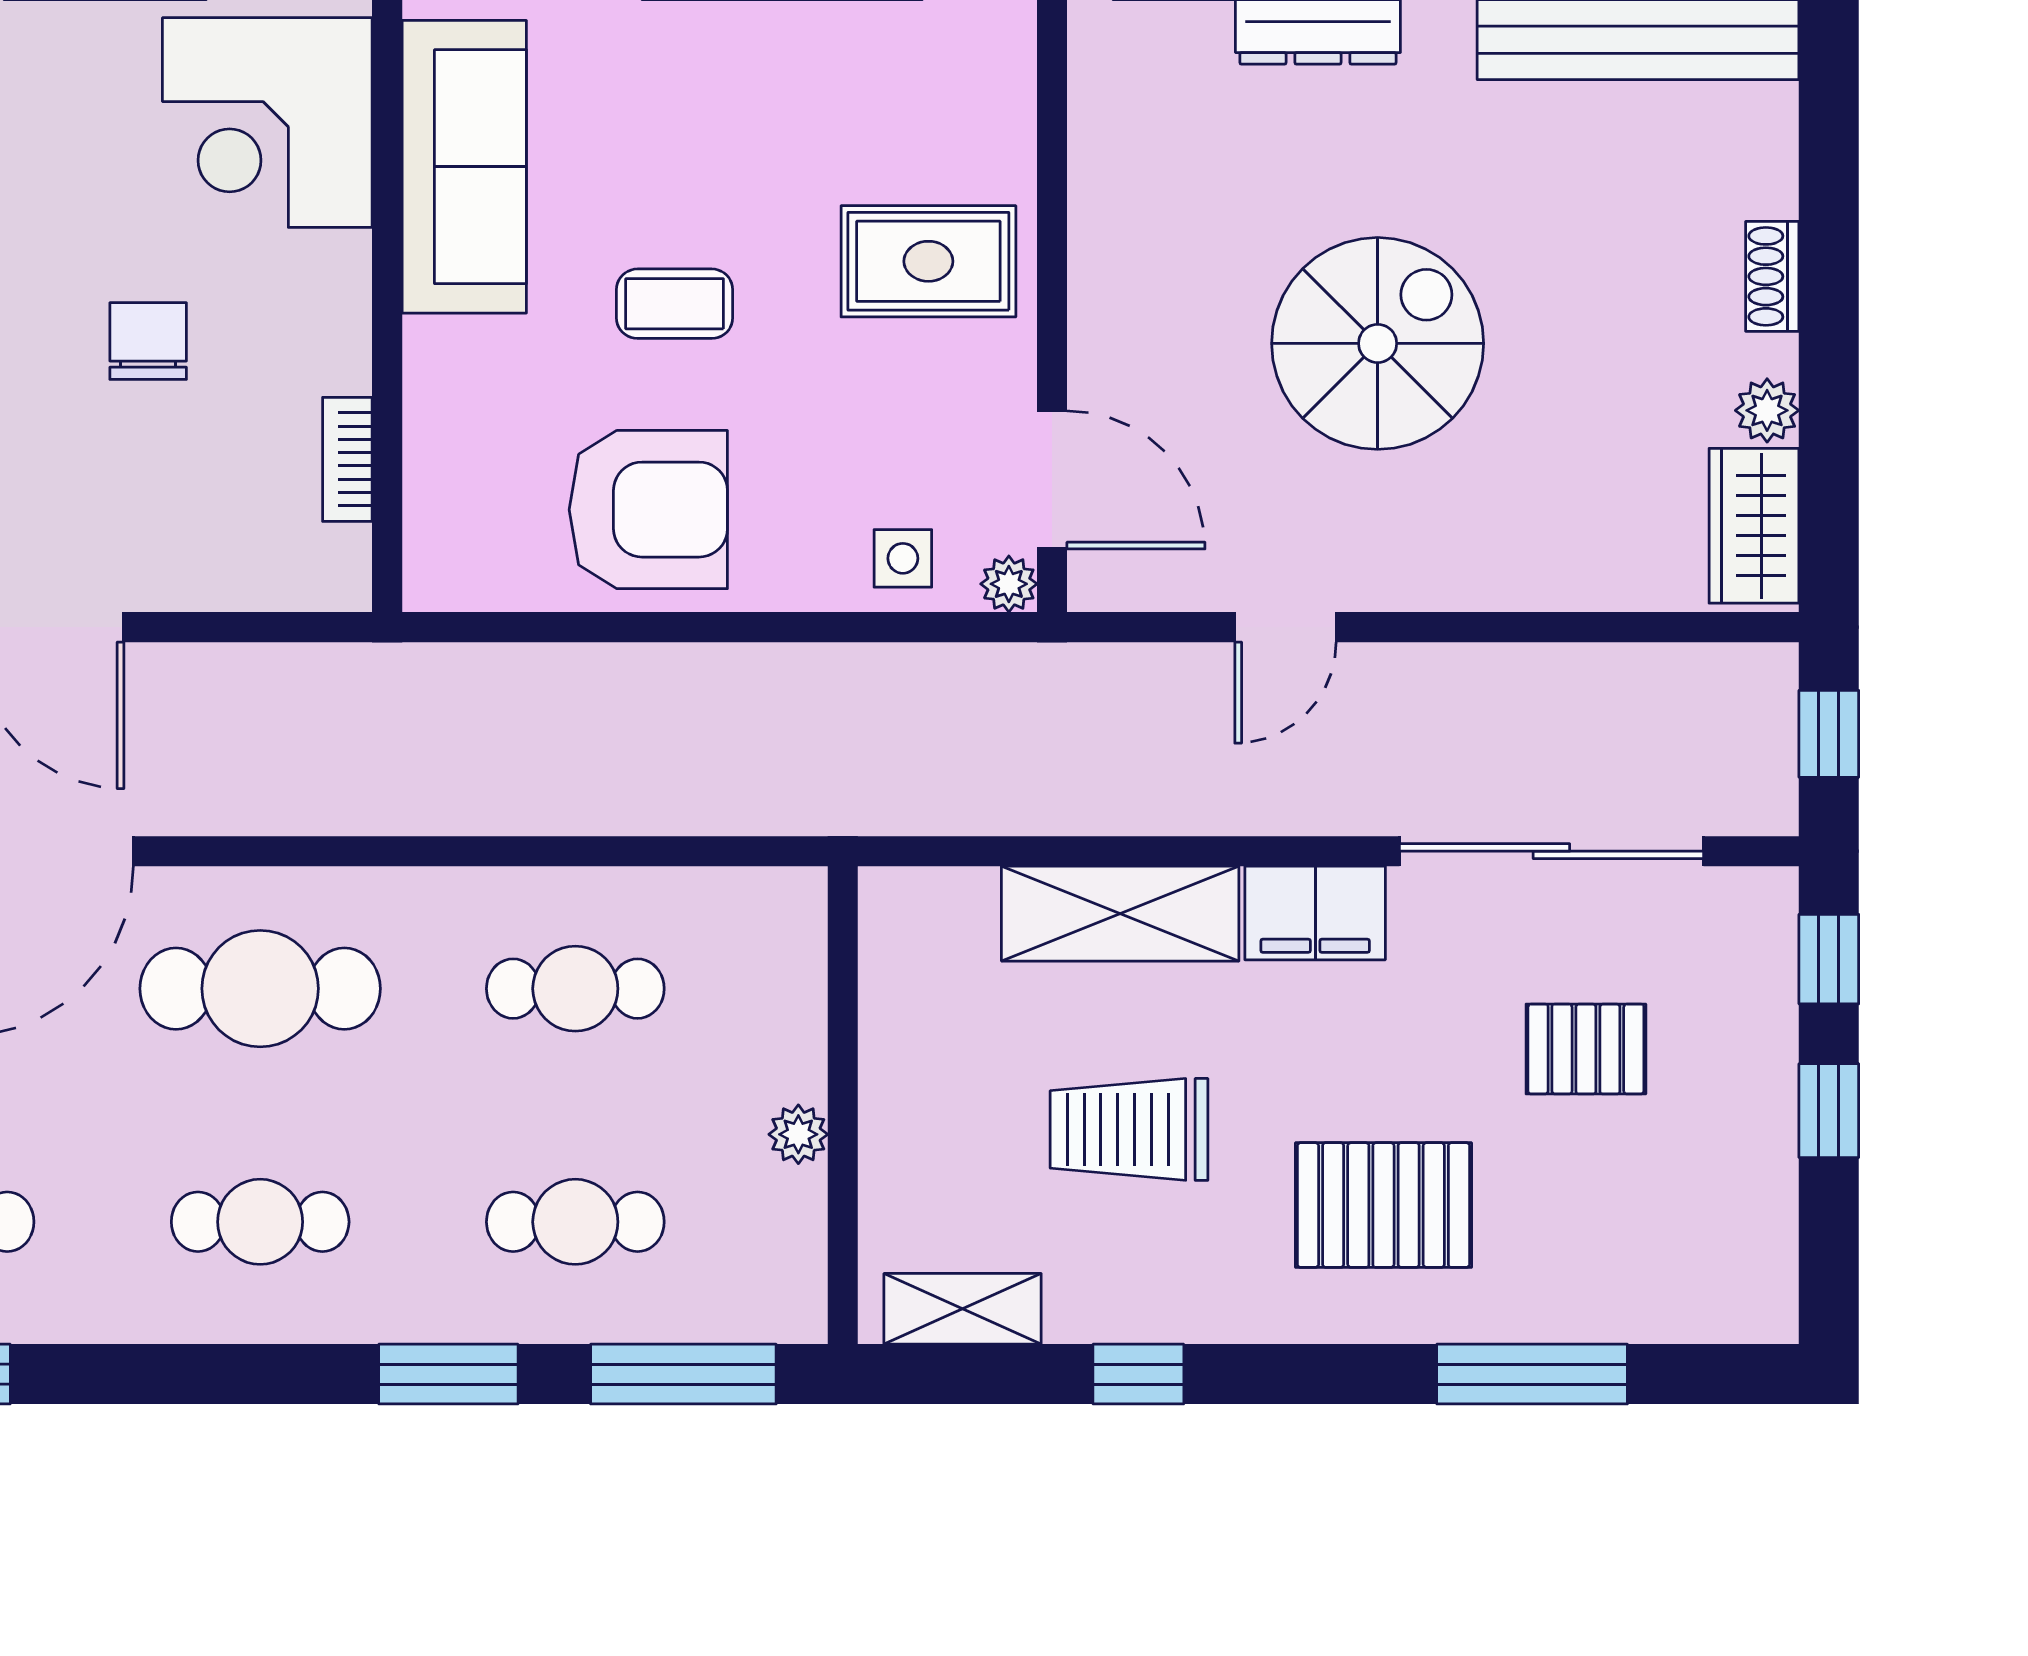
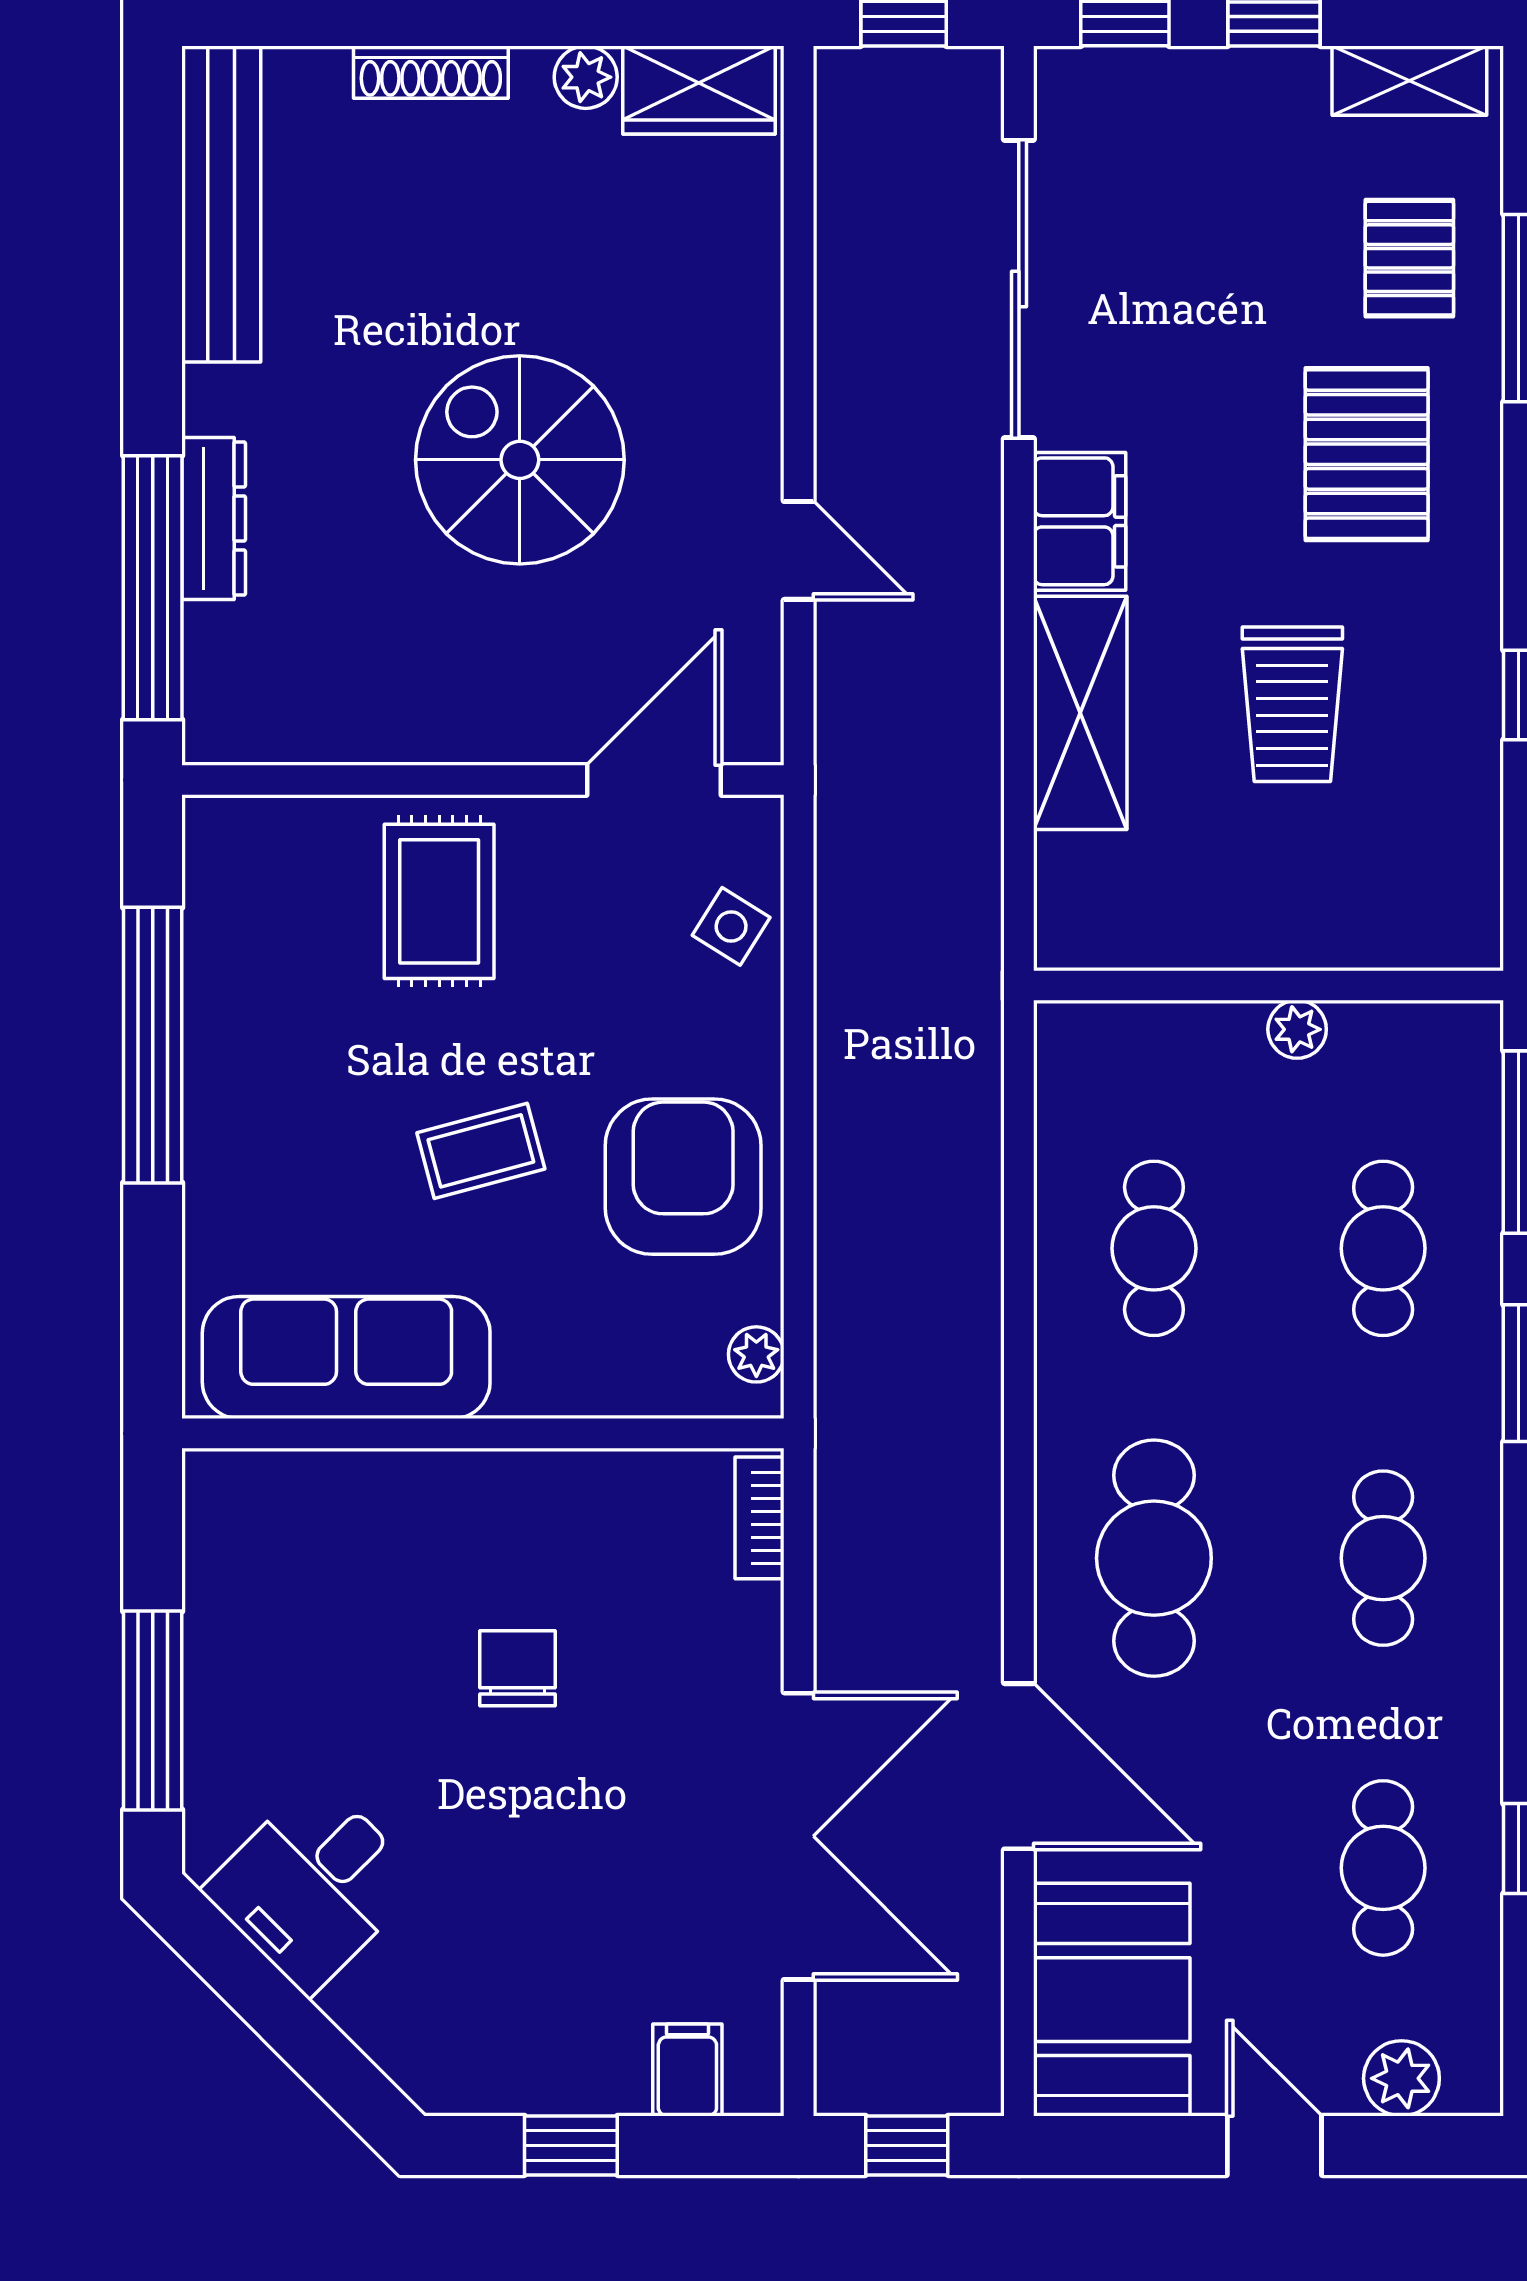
corner desk: (267, 123) -> (303, 1551), removed
shoe rack: (1772, 276) -> (431, 72), width x1.43
coffee table: (675, 304) -> (481, 1151), turned 75
chair: (148, 341) -> (518, 1668), turned 90
bookcase: (347, 459) -> (760, 1518), moved, turned 90
side table: (903, 558) -> (731, 926), turned 32
plant: (1009, 584) -> (756, 1354), moved
pallet: (1586, 1049) -> (1409, 258), moved
shelving: (963, 1309) -> (1409, 81), moved, turned 90

